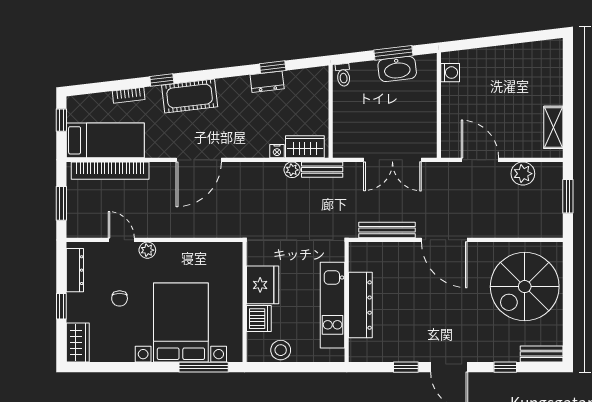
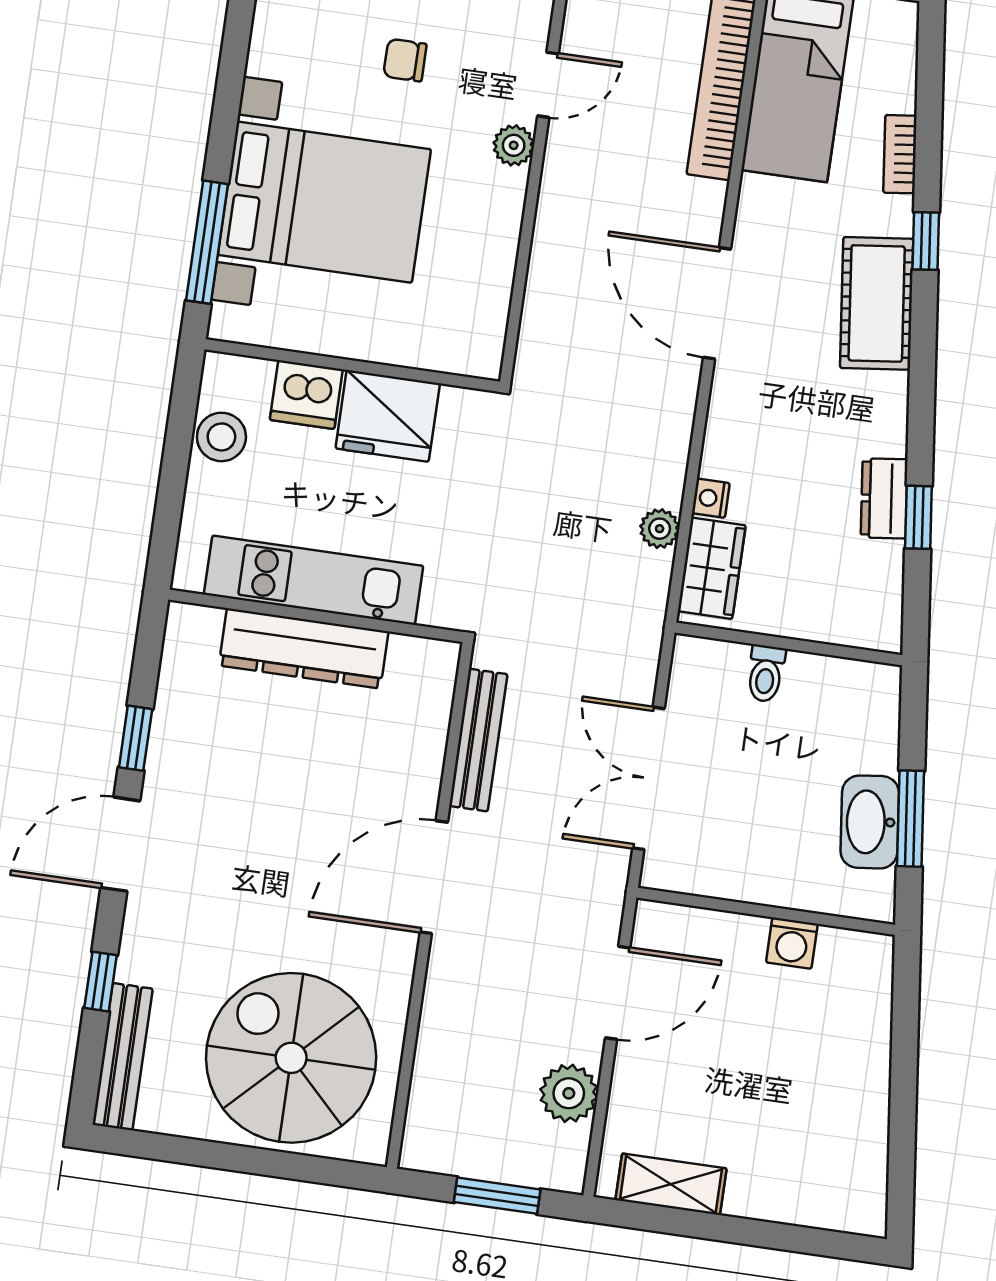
washing machine: (450, 73) -> (792, 943), moved
toilet: (343, 75) -> (766, 673), moved, turned -83
bench: (322, 170) -> (649, 602), removed
bench: (542, 354) -> (123, 1057), width x1.36

